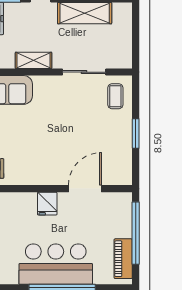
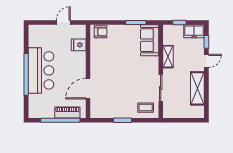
door: (85, 189) -> (88, 89), swing flipped
fridge: (47, 204) -> (79, 45), moved
piano: (123, 259) -> (67, 112), moved

